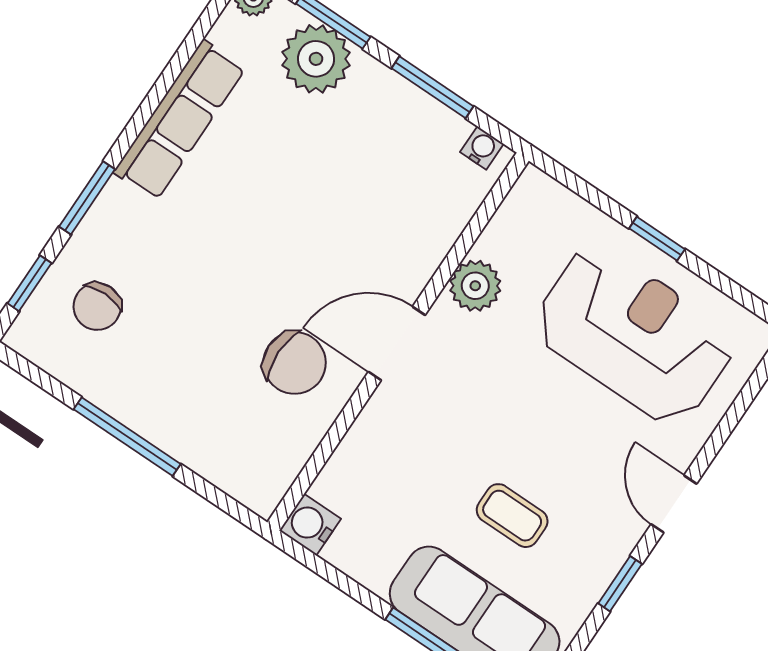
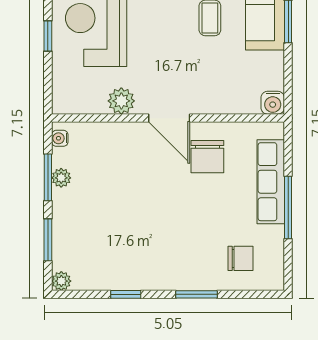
plant: (316, 59) -> (61, 178), moved, width x0.53, depth x0.53
row of seats: (180, 120) -> (271, 182), moved, turned -90
window: (30, 283) -> (126, 294), moved
chair: (295, 363) -> (207, 157), turned 180

